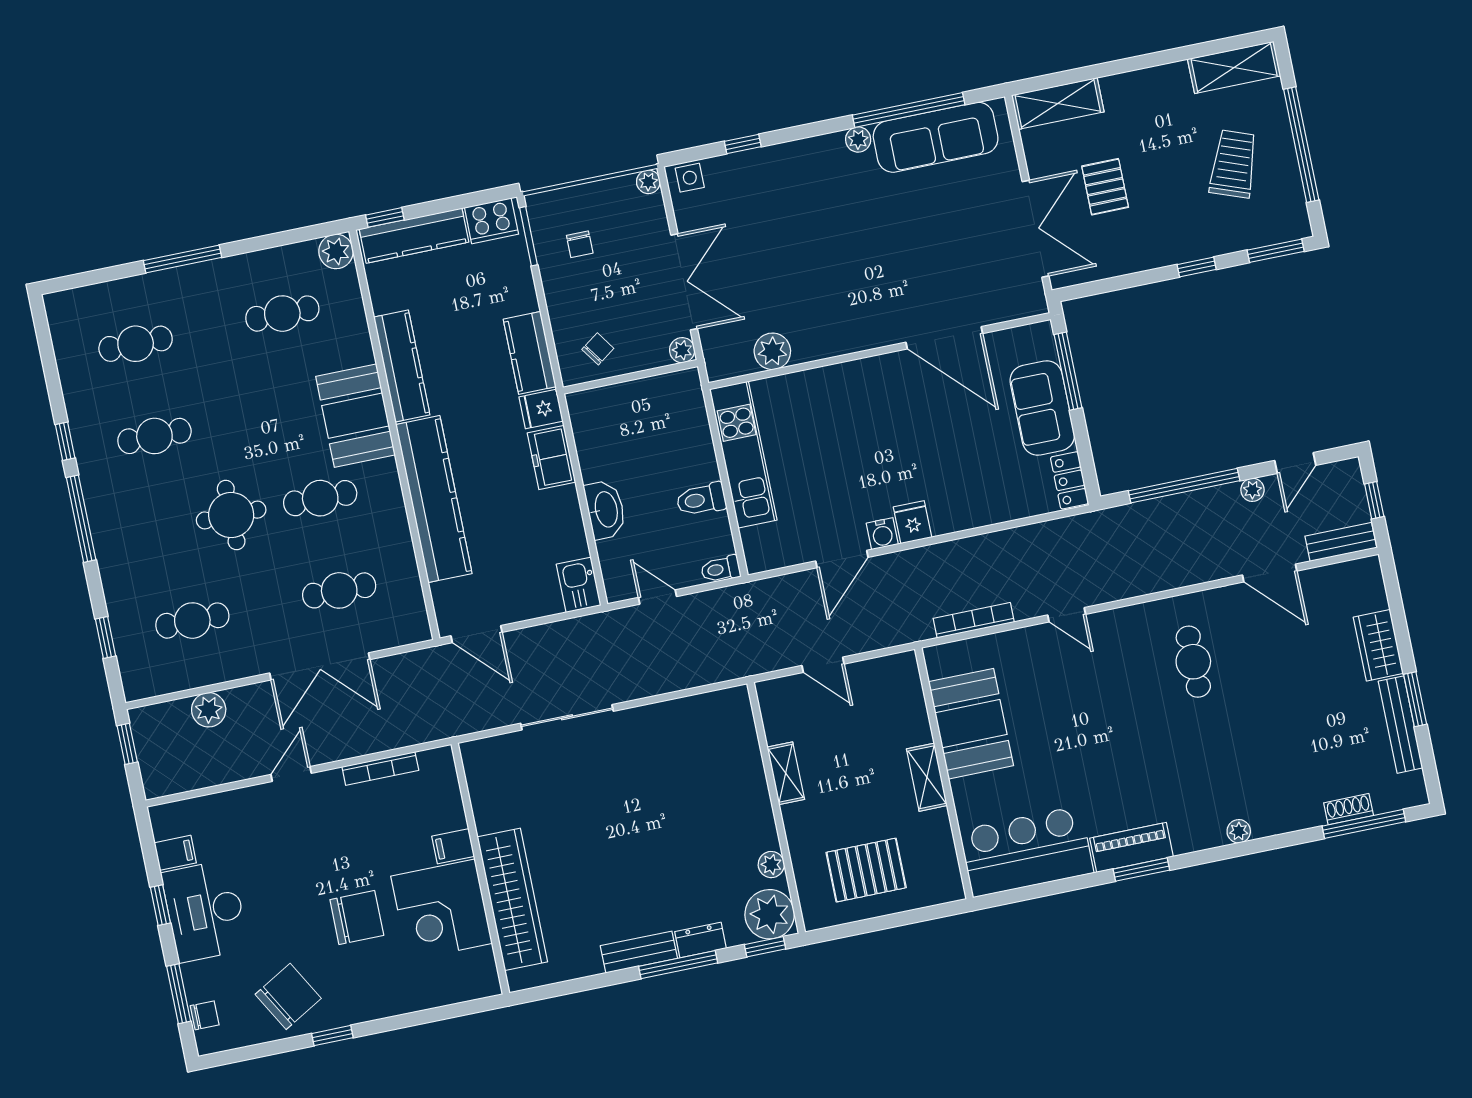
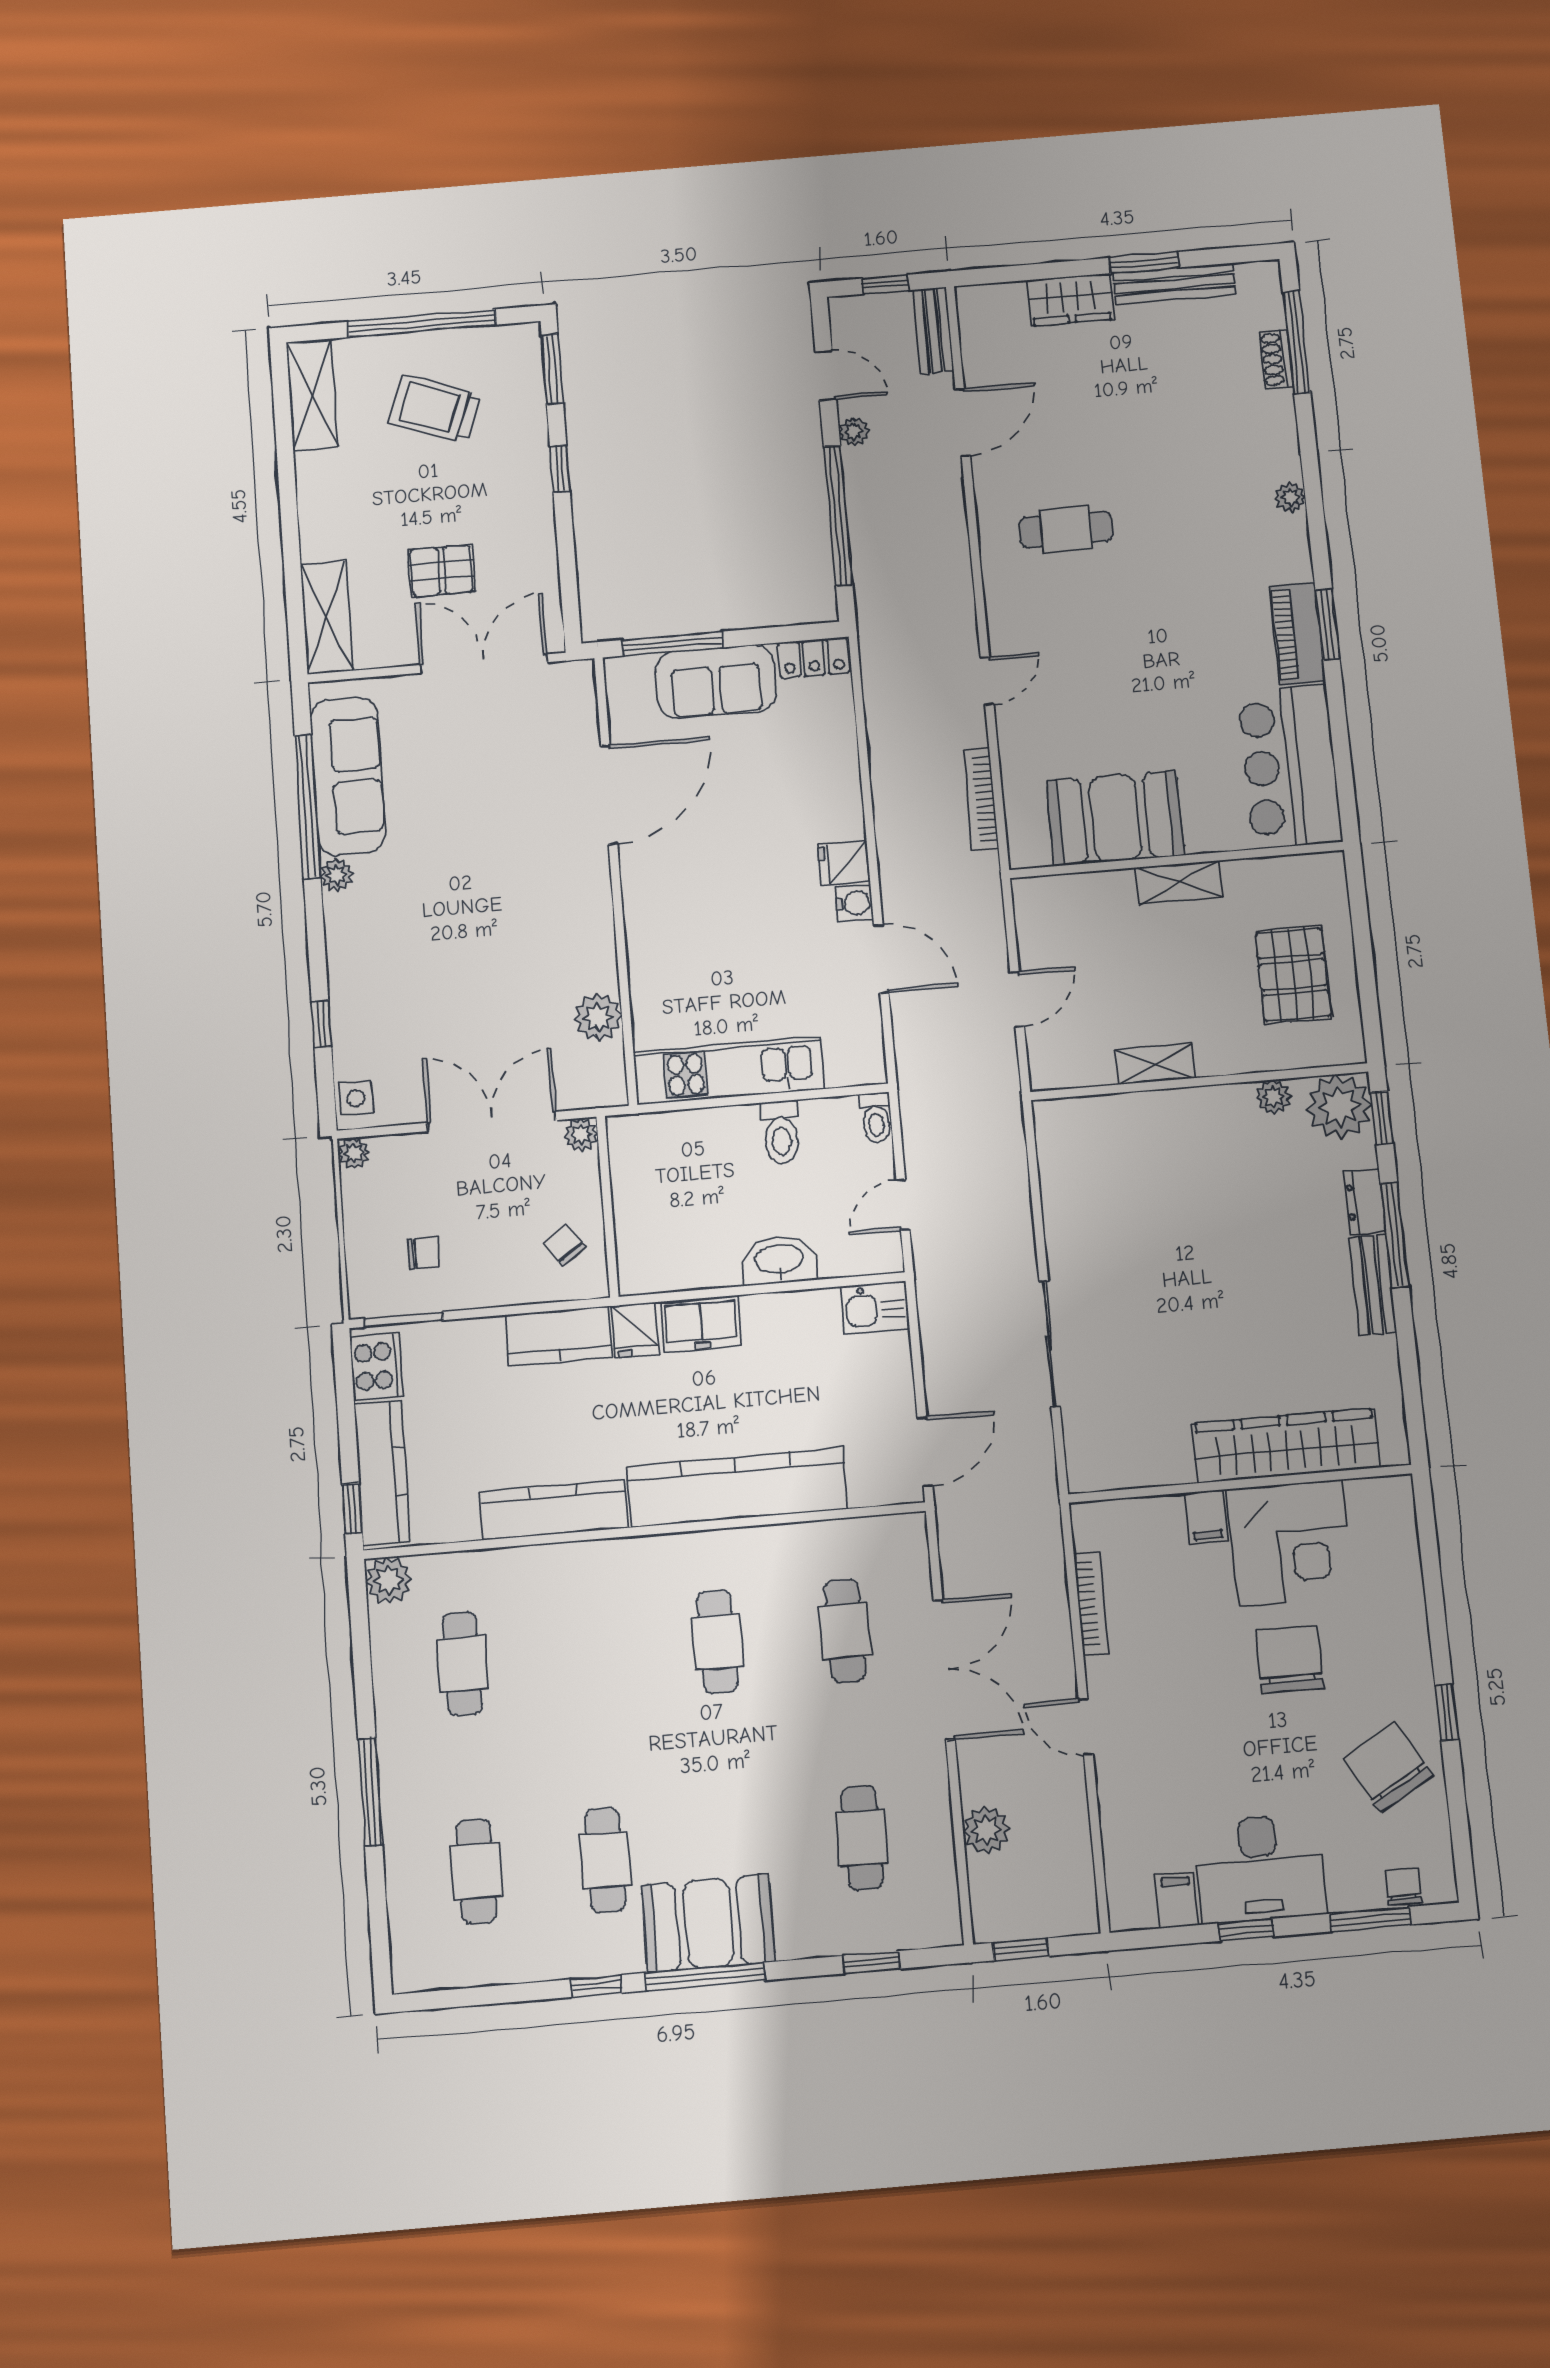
booth: (355, 416) -> (708, 1923), moved
round table: (231, 515) -> (725, 1767), removed

